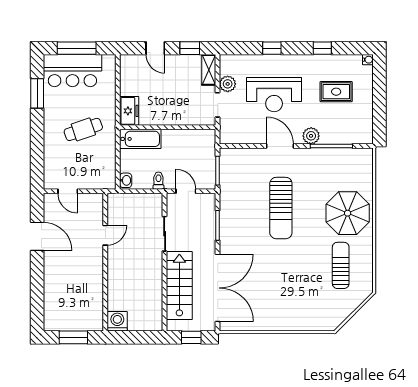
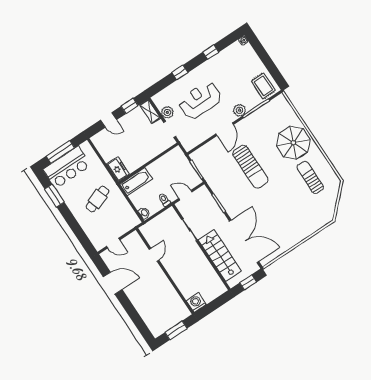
rug: (336, 92) -> (263, 86), moved, turned 90
reception desk: (274, 95) -> (200, 100), turned 180
door: (280, 146) -> (225, 129), swing flipped

